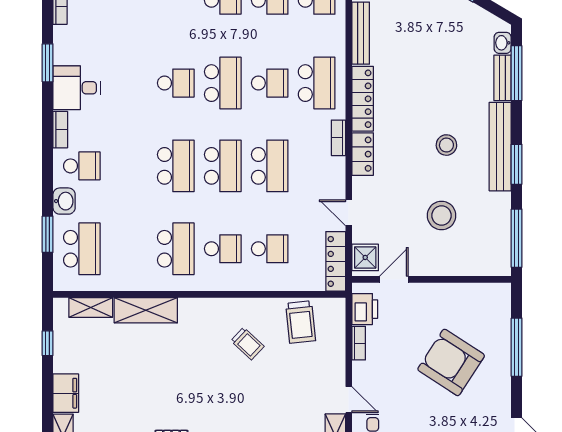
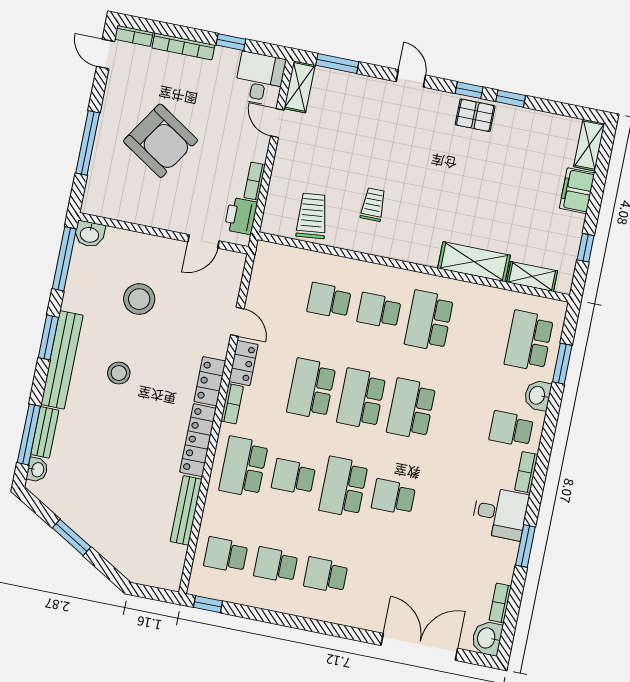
shower: (365, 257) -> (229, 271), removed
locker: (336, 261) -> (243, 363), moved, width x0.66
washbasin: (498, 265) -> (90, 234), added
trolley: (247, 344) -> (373, 205), turned 47

